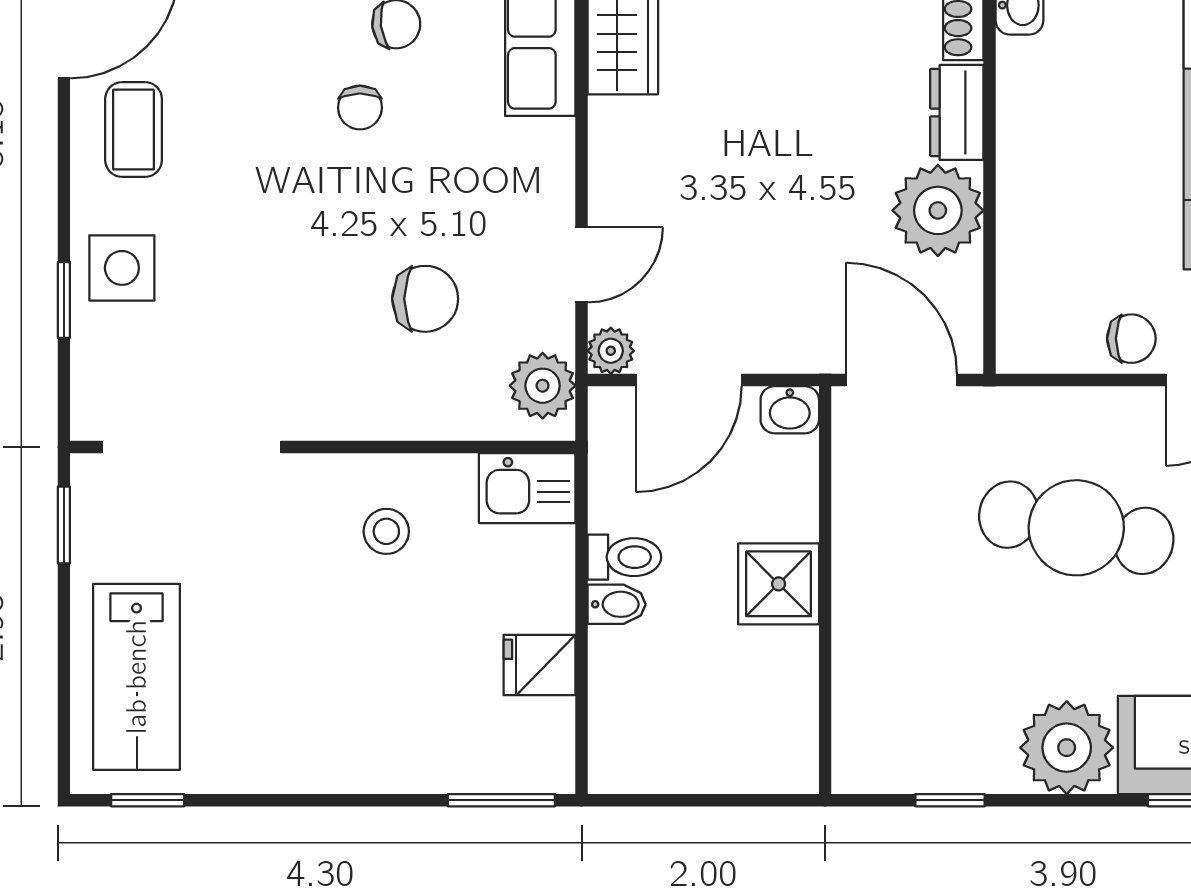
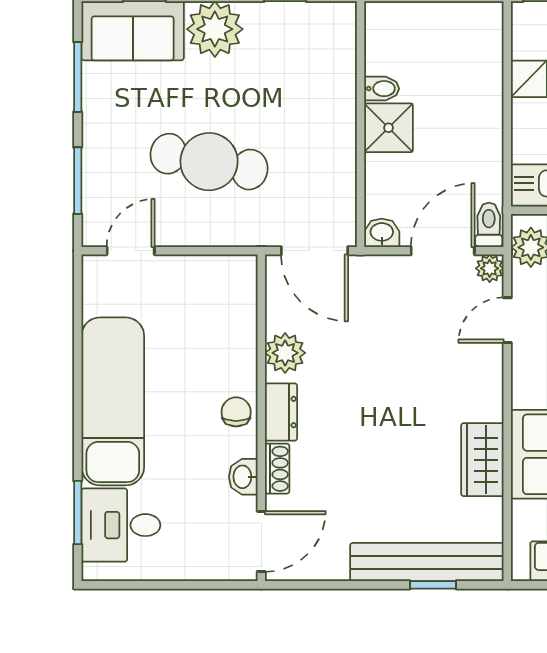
plant: (938, 210) -> (285, 353), width x0.73, depth x0.73
chair: (1131, 339) -> (236, 412), moved, turned 90
toilet: (624, 557) -> (489, 225), moved, turned 90
bidet: (617, 604) -> (382, 89), moved, turned 180

